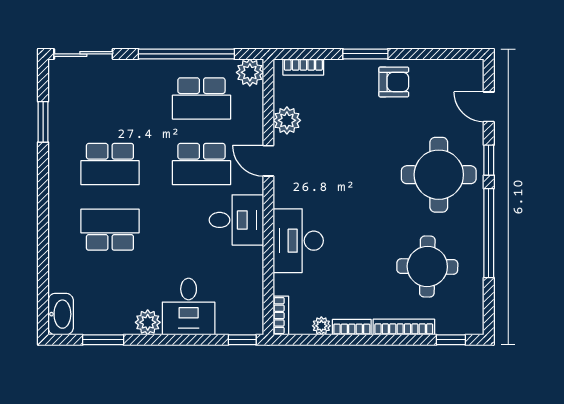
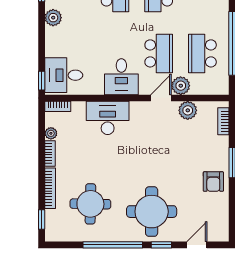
plant: (250, 72) -> (181, 86), moved
school desk: (201, 164) -> (159, 53), turned 180
desk: (189, 307) -> (64, 75), moved

